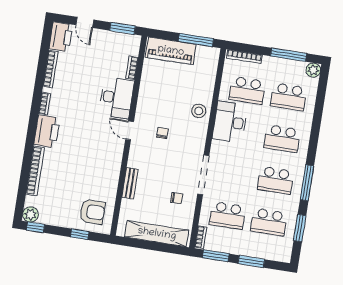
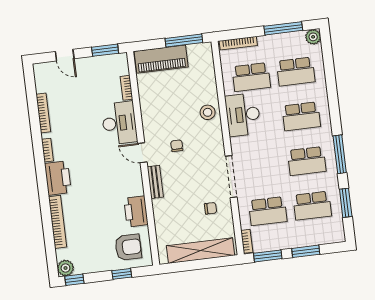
printer: (61, 37) -> (136, 211), moved, turned 180
bench: (130, 183) -> (155, 182), moved

